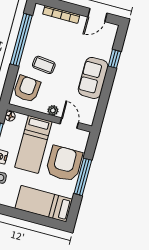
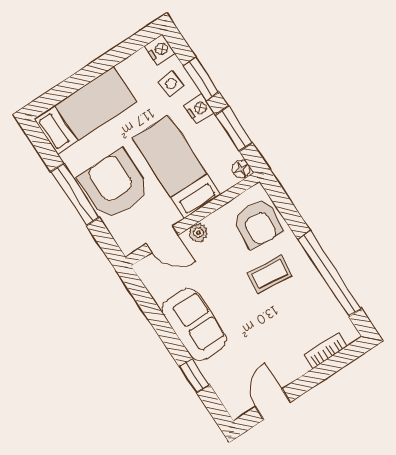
bookcase: (61, 14) -> (326, 351), width x0.64
armchair: (64, 164) -> (115, 185), turned 180

